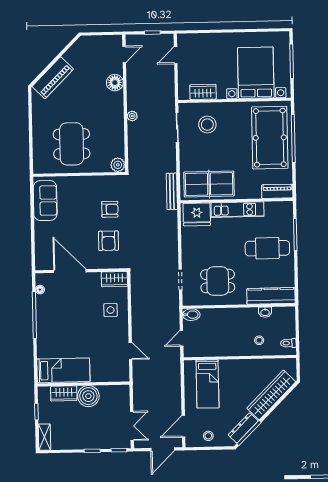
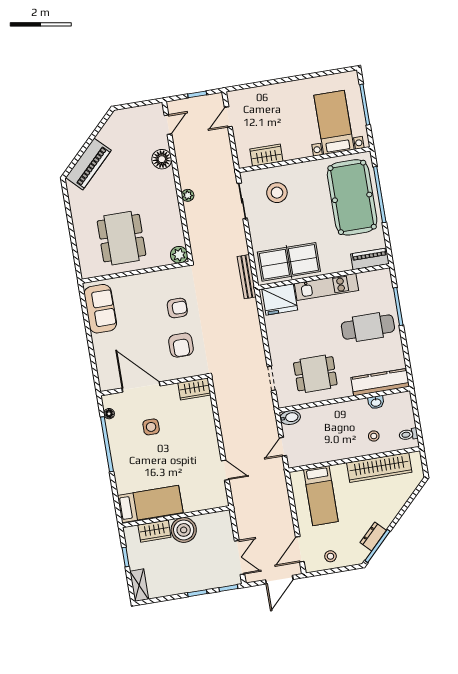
bed with nightstands: (256, 73) -> (334, 122), width x0.73
side table: (111, 310) -> (151, 427), moved
wardrobe: (271, 395) -> (379, 467), moved, turned -135
dresser: (243, 428) -> (373, 536), width x0.70

